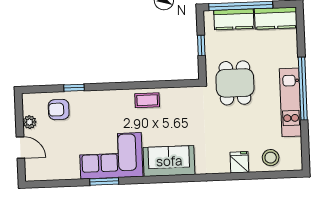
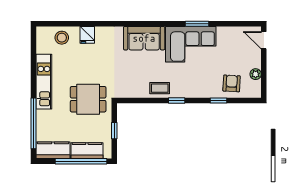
dining table: (235, 83) -> (88, 99), turned 90
window: (126, 86) -> (177, 100), added
window: (303, 89) -> (33, 123), moved
armchair: (59, 110) -> (232, 83), turned -87
door: (20, 148) -> (264, 40), moved

